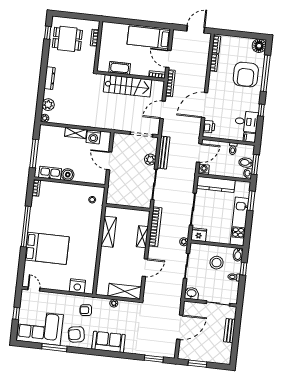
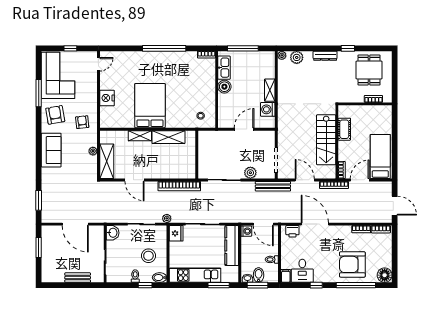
window: (48, 33) -> (348, 48), moved
bench: (164, 153) -> (273, 186), moved
shelving: (142, 237) -> (140, 136), moved
bed: (47, 248) -> (150, 106), moved, turned 180
nightstand: (77, 286) -> (107, 98), moved

